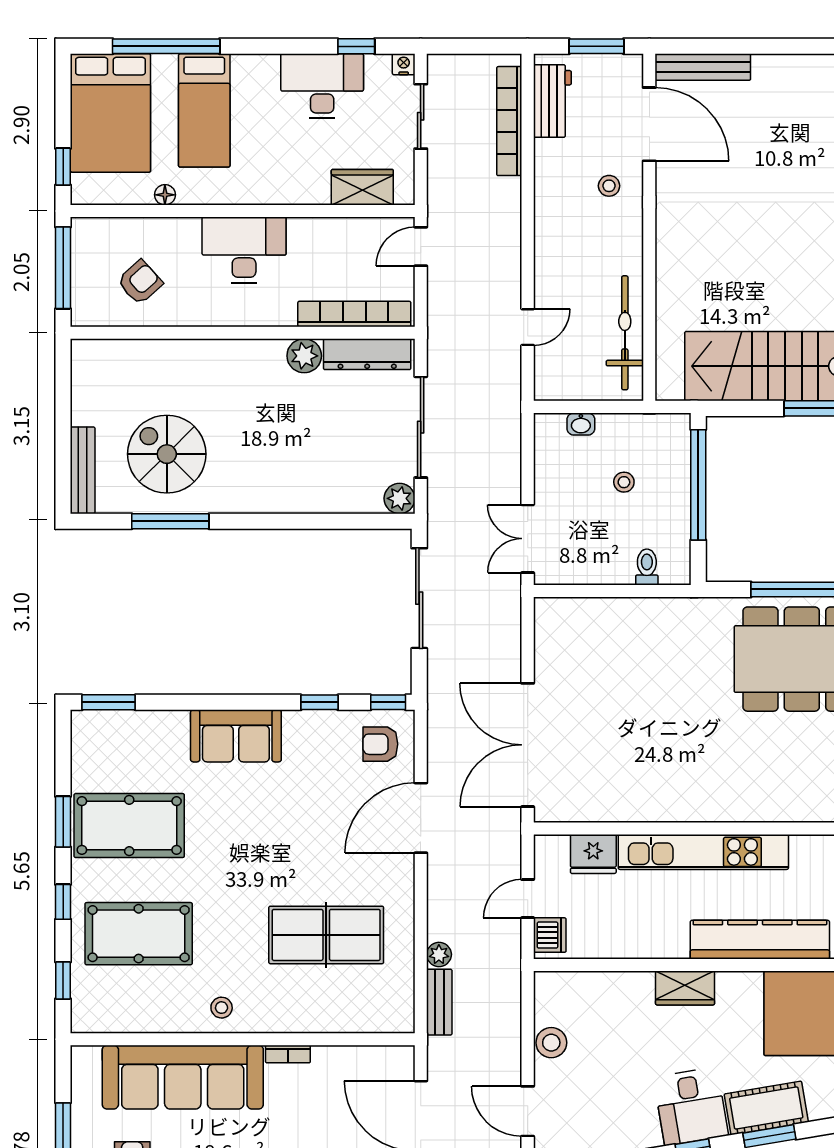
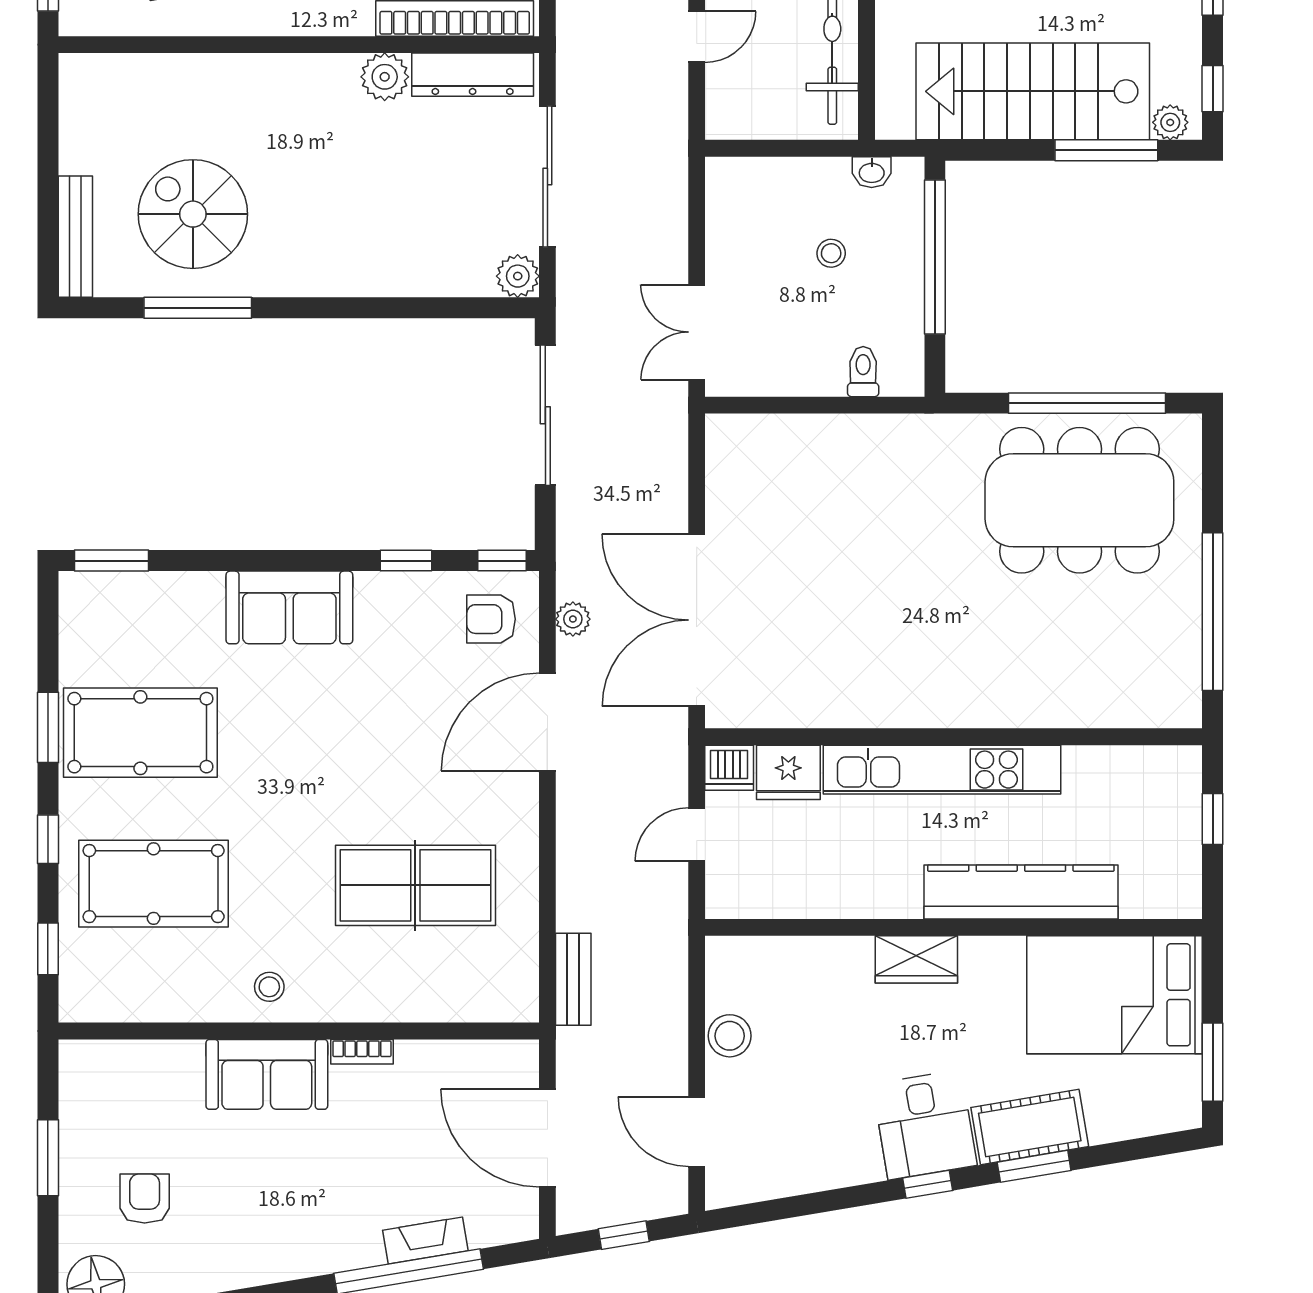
washbasin: (581, 424) -> (872, 172), moved
dishwasher: (550, 935) -> (729, 768), moved, turned 90
plant: (439, 954) -> (573, 619), moved
sofa: (183, 1077) -> (267, 1074), width x0.54, depth x0.79

